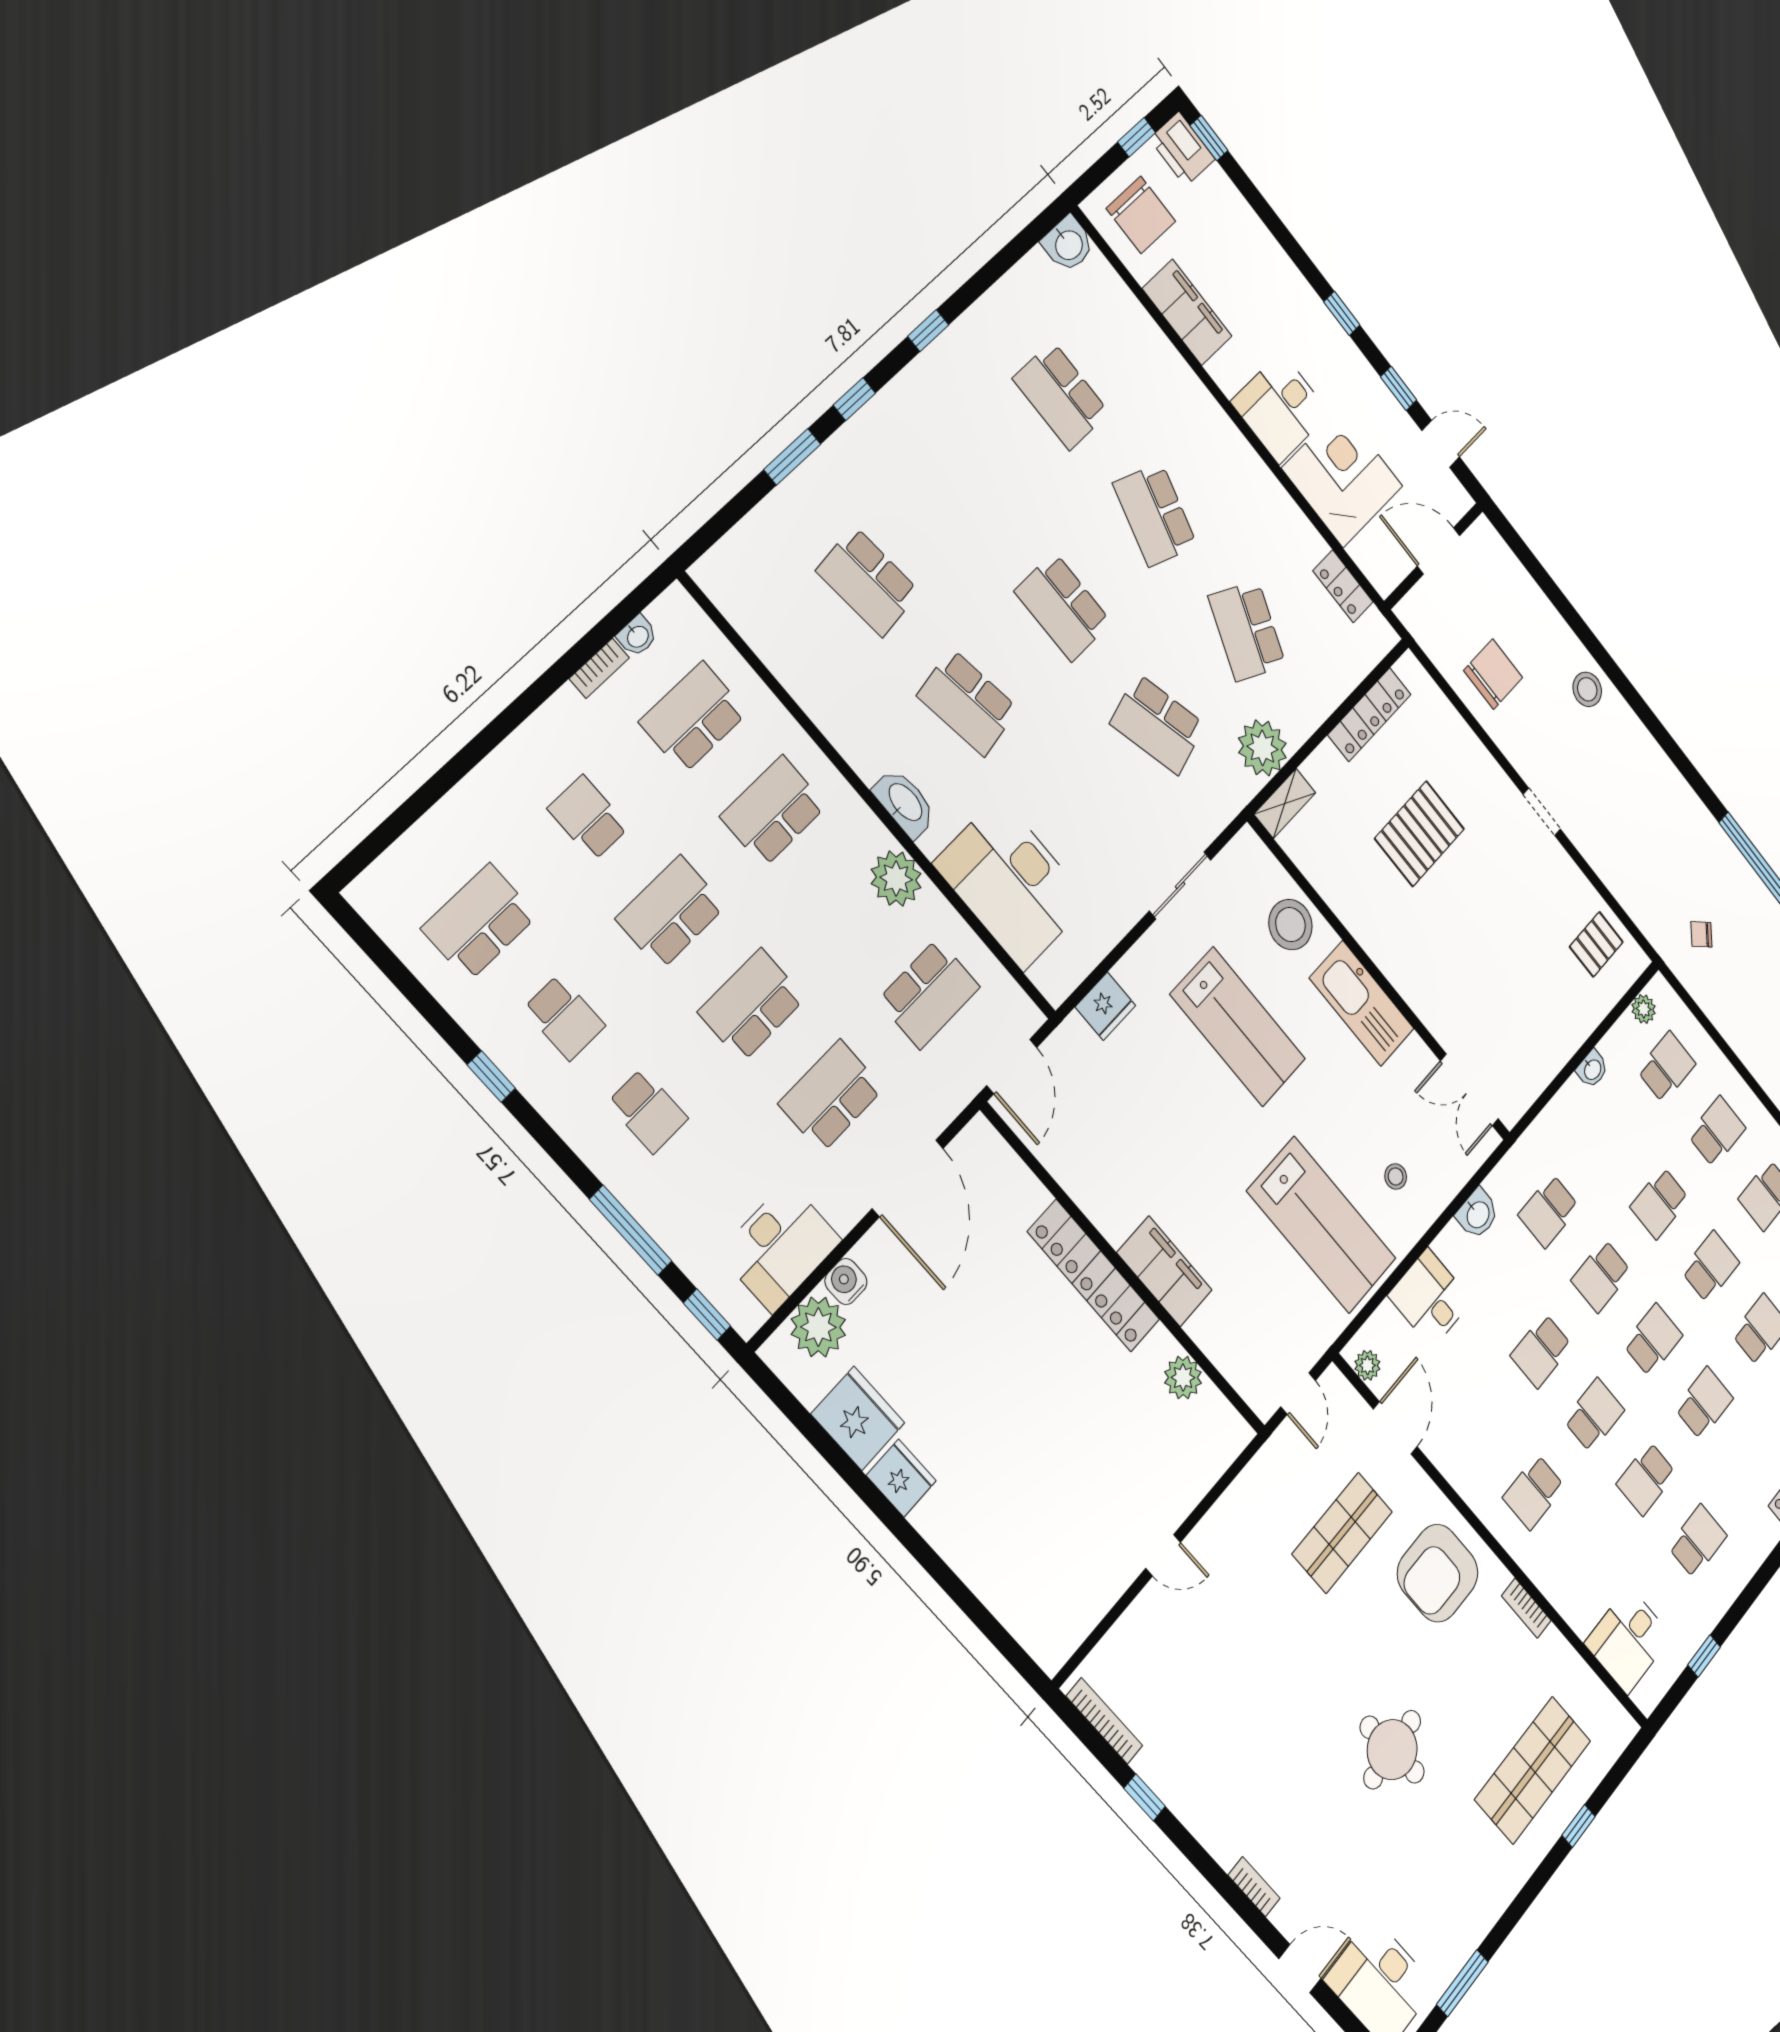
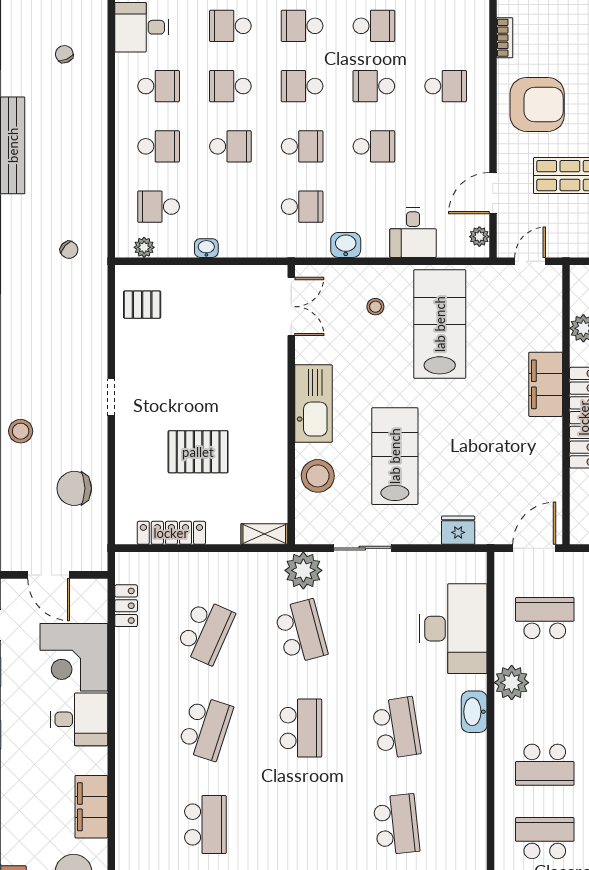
school desk: (693, 717) -> (545, 838), turned 180
plant: (1262, 748) -> (303, 570), moved
school desk: (1717, 1132) -> (159, 146), turned 180

